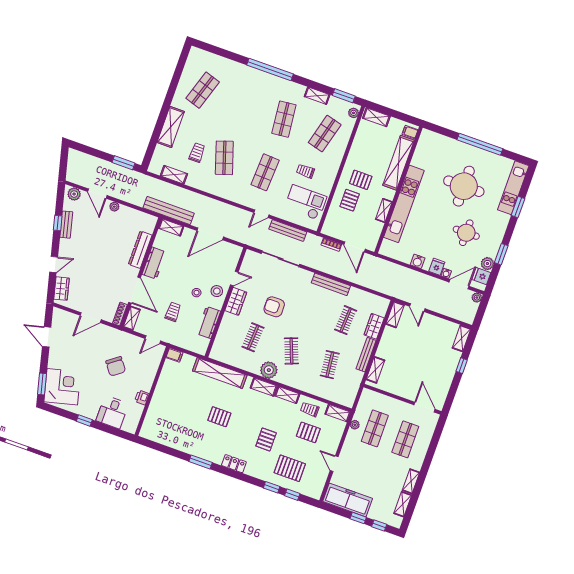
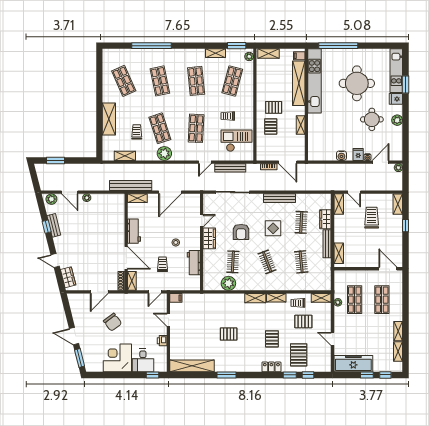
window: (270, 70) -> (151, 46), moved
shop shelf: (203, 90) -> (124, 81), turned -42
shop shelf: (243, 105) -> (160, 81), added
window: (480, 144) -> (338, 46), moved
window: (123, 163) -> (55, 161), moved
plant: (219, 188) -> (164, 153), added
kitchen unit: (404, 204) -> (314, 81), moved
dresser: (140, 250) -> (119, 224), removed
window: (501, 254) -> (406, 127), removed
door: (54, 264) -> (55, 260), swing flipped
plant: (487, 264) -> (397, 120), moved
fridge: (481, 276) -> (396, 99), moved
stool: (217, 291) -> (191, 236), removed
armchair: (274, 307) -> (241, 232), turned -90
display table: (312, 316) -> (273, 228), added
door: (47, 337) -> (74, 336), moved
trolley: (427, 343) -> (372, 218), added
chair: (116, 366) -> (113, 322), moved
plant: (269, 370) -> (228, 283), moved
shelving: (220, 373) -> (192, 366), moved
door: (157, 377) -> (168, 320), added
corner desk: (62, 387) -> (117, 358), moved, turned -76
window: (84, 421) -> (152, 375), moved
locker: (234, 464) -> (271, 367), moved
pallet: (290, 468) -> (299, 355), turned 90

